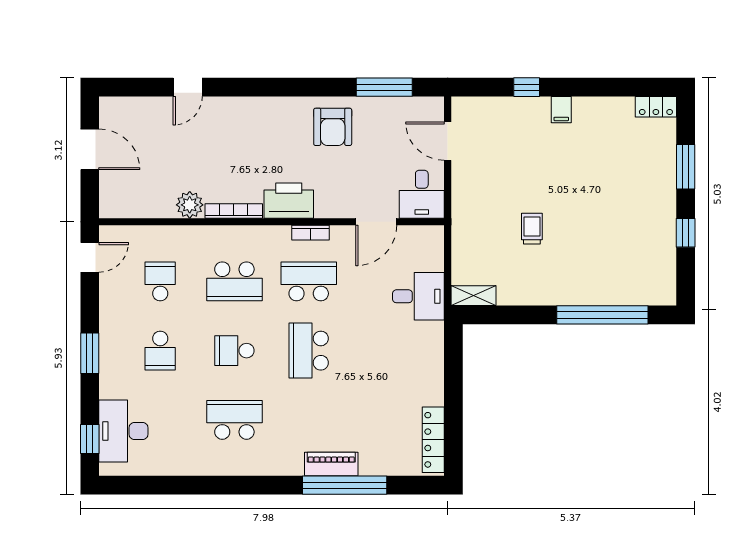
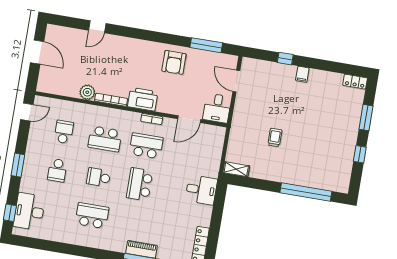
desk: (418, 296) -> (201, 190), moved

